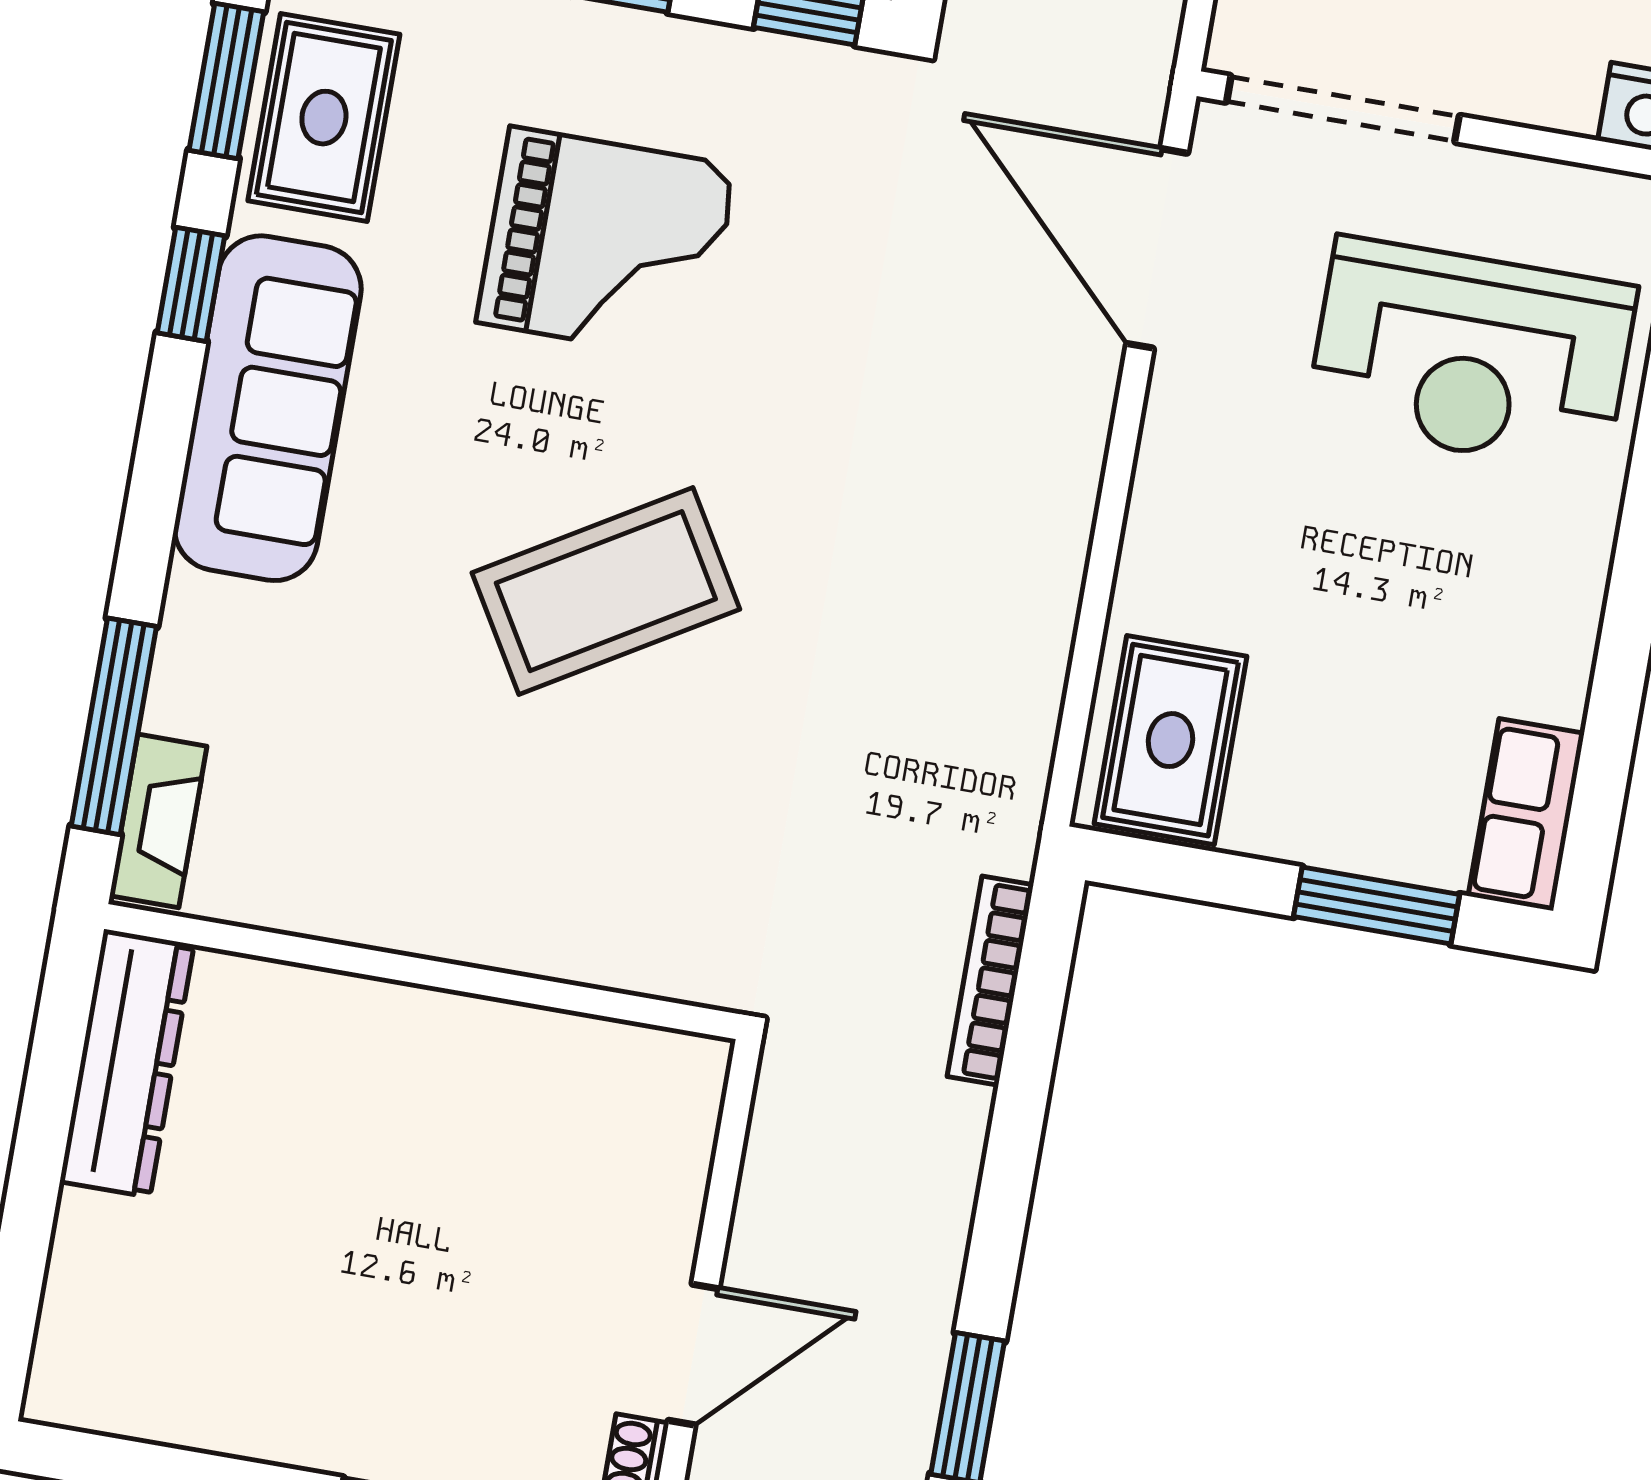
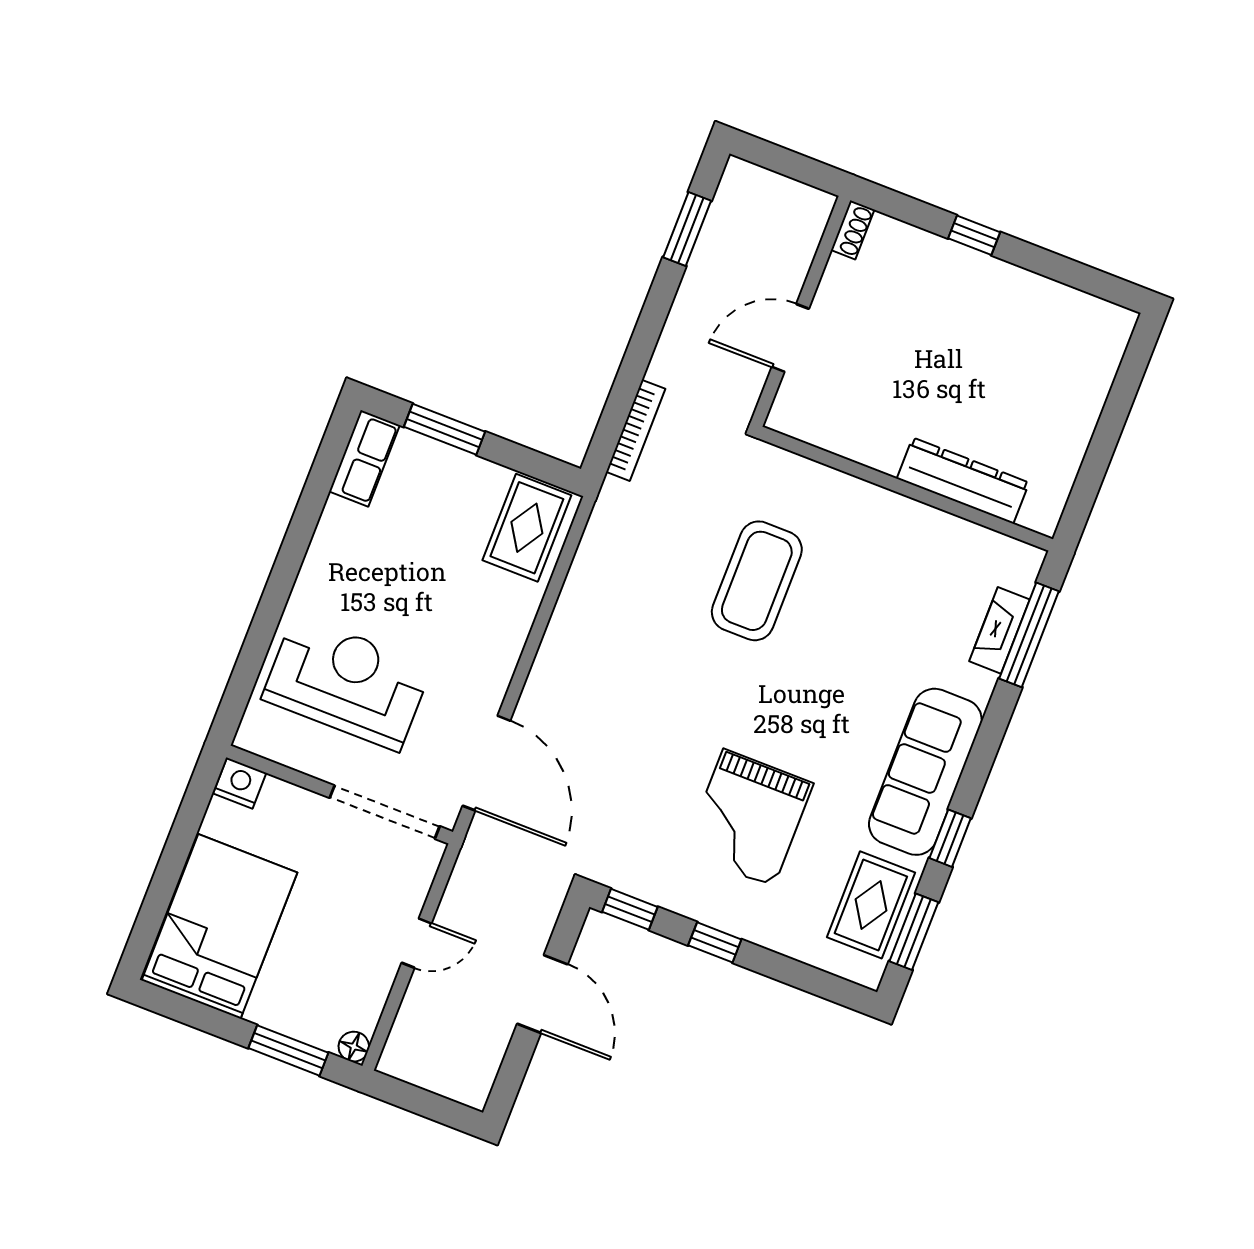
grand piano: (606, 244) -> (748, 818), turned -90
coffee table: (606, 591) -> (757, 581), moved, turned -59
fireplace: (158, 821) -> (999, 630), moved
dresser: (127, 1063) -> (963, 481), moved, turned 90
door: (693, 1354) -> (790, 338), moved

